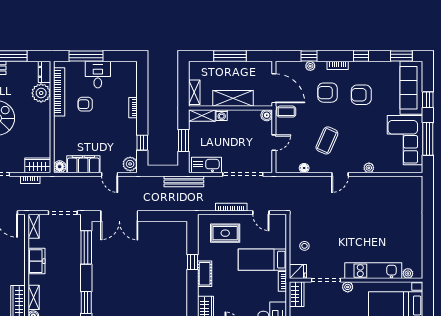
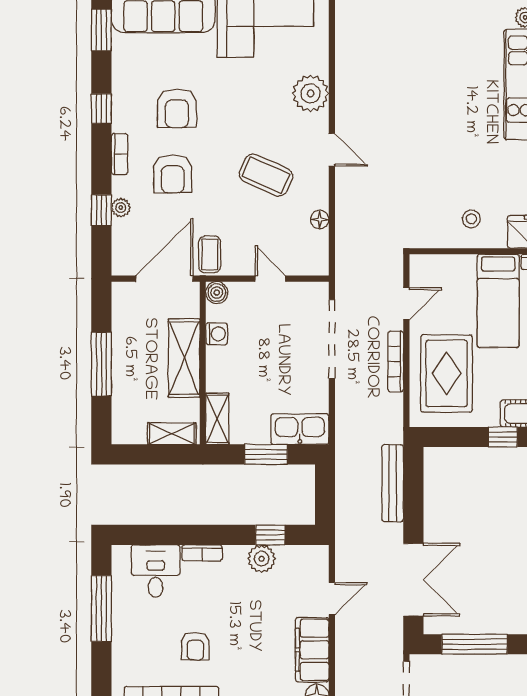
window: (86, 56) -> (101, 609), moved
desk: (98, 75) -> (156, 571), moved, turned 90
washing machine: (222, 115) -> (217, 334), moved
plant: (130, 164) -> (262, 559), moved
kitchen sink: (206, 165) -> (300, 429), moved, turned 90
plant: (369, 168) -> (311, 93), width x1.88, depth x1.88
bench: (184, 181) -> (393, 483), moved
rug: (225, 233) -> (447, 373), width x1.36, depth x1.43

